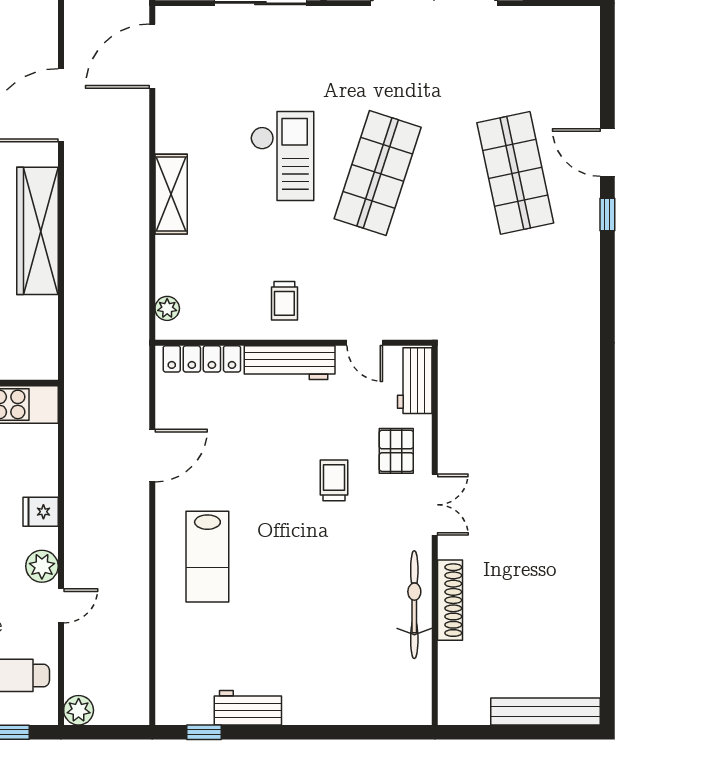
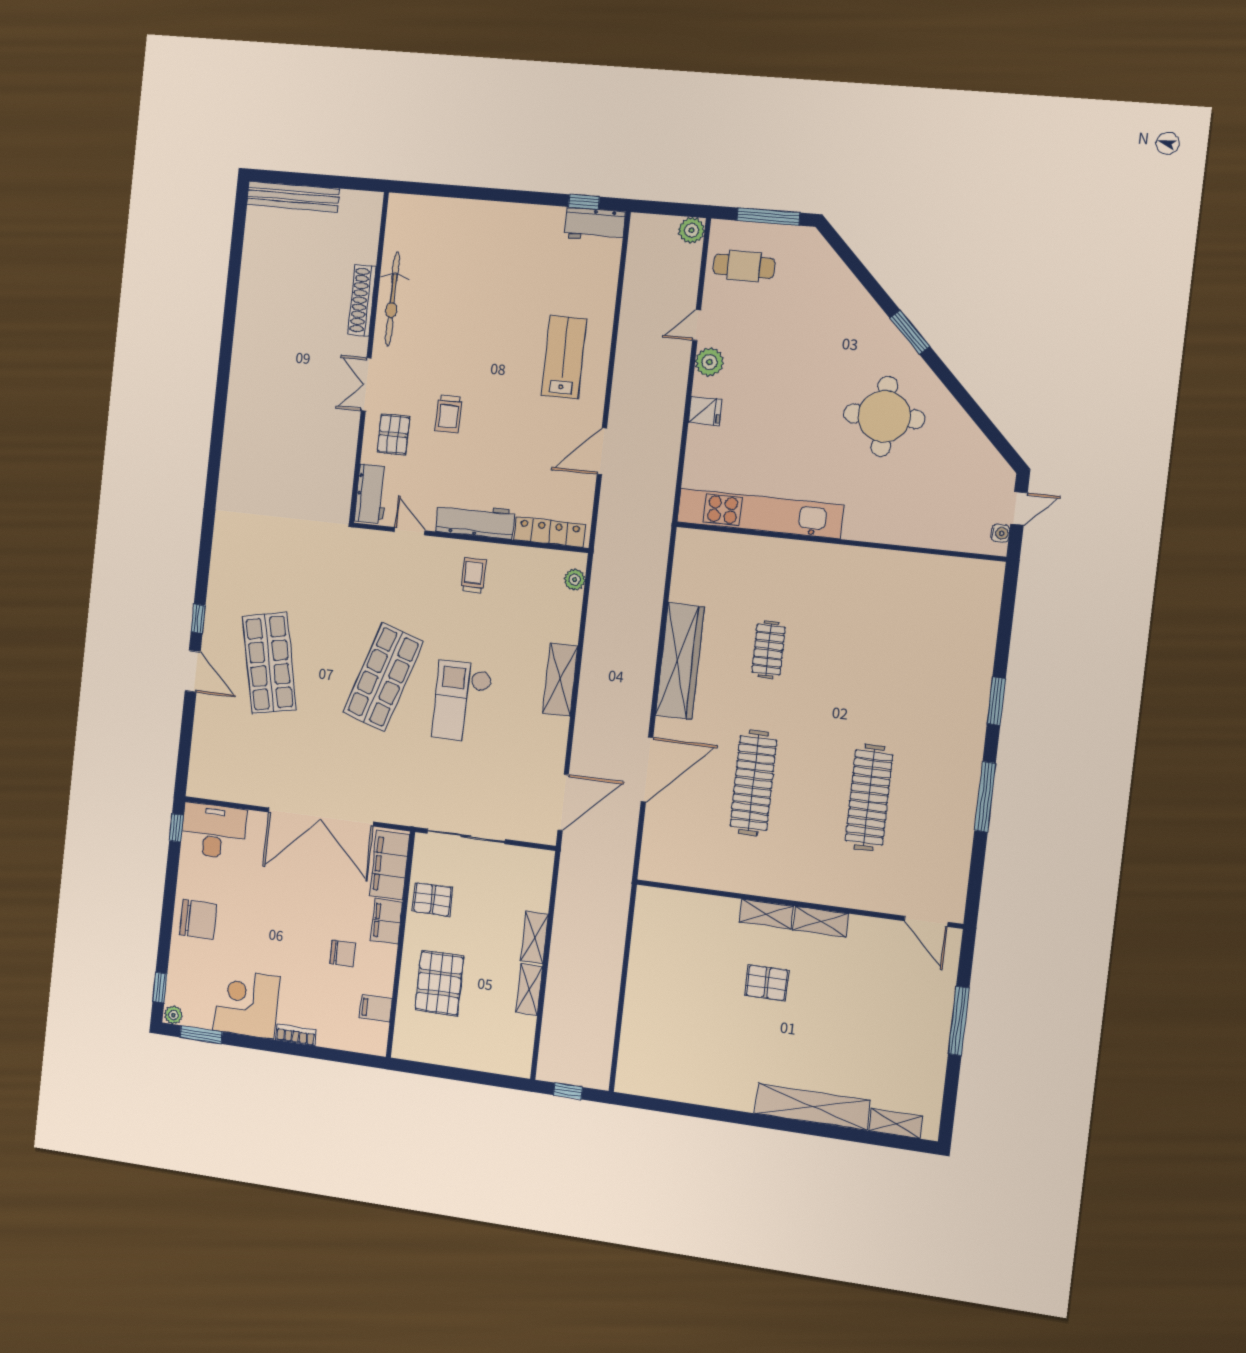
workbench: (248, 708) -> (595, 225), moved

